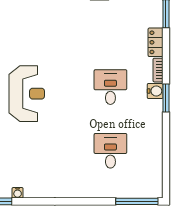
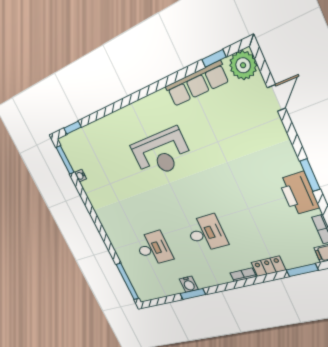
water cooler: (155, 91) -> (189, 284), moved
window: (166, 98) -> (193, 294), moved

